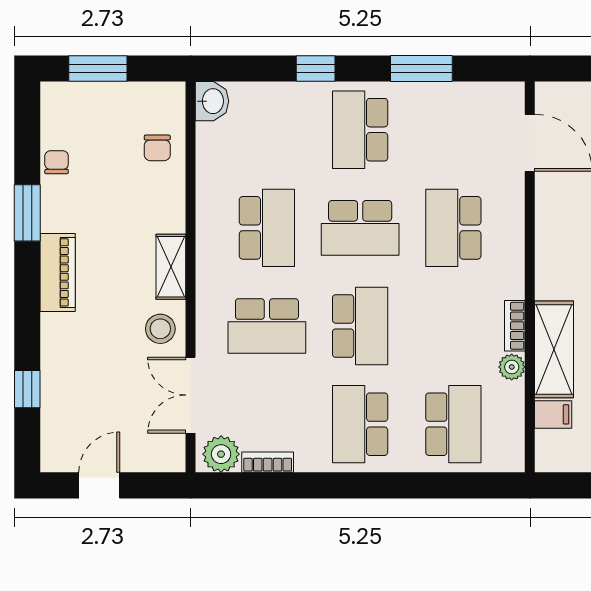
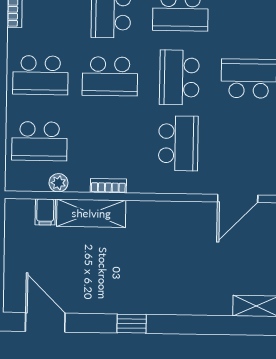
school desk: (453, 228) -> (178, 143), turned 90
plant: (512, 367) -> (58, 183), moved
school desk: (360, 424) -> (40, 75), turned 180

